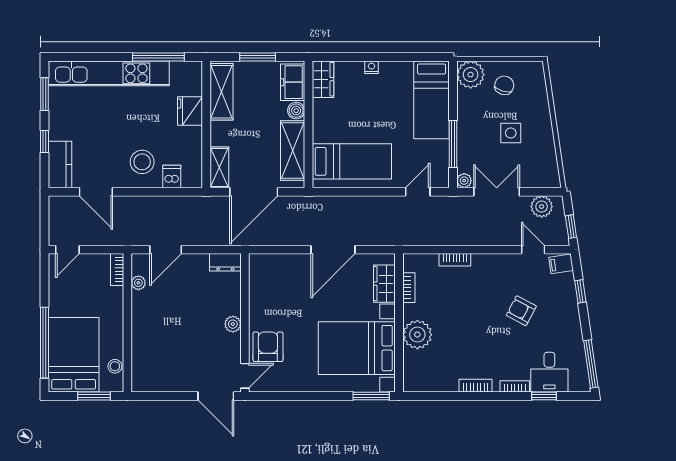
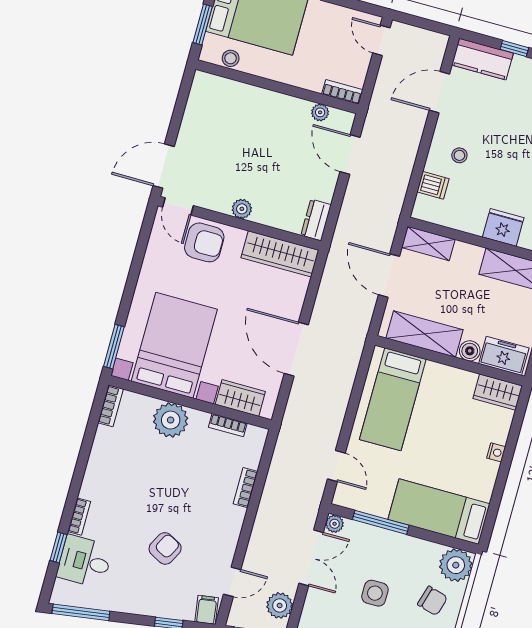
stool: (142, 162) -> (459, 155), width x0.53, depth x0.53
door: (254, 192) -> (389, 276), width x0.73
wardrobe: (260, 284) -> (280, 254), added
bookcase: (475, 386) -> (111, 406), moved

